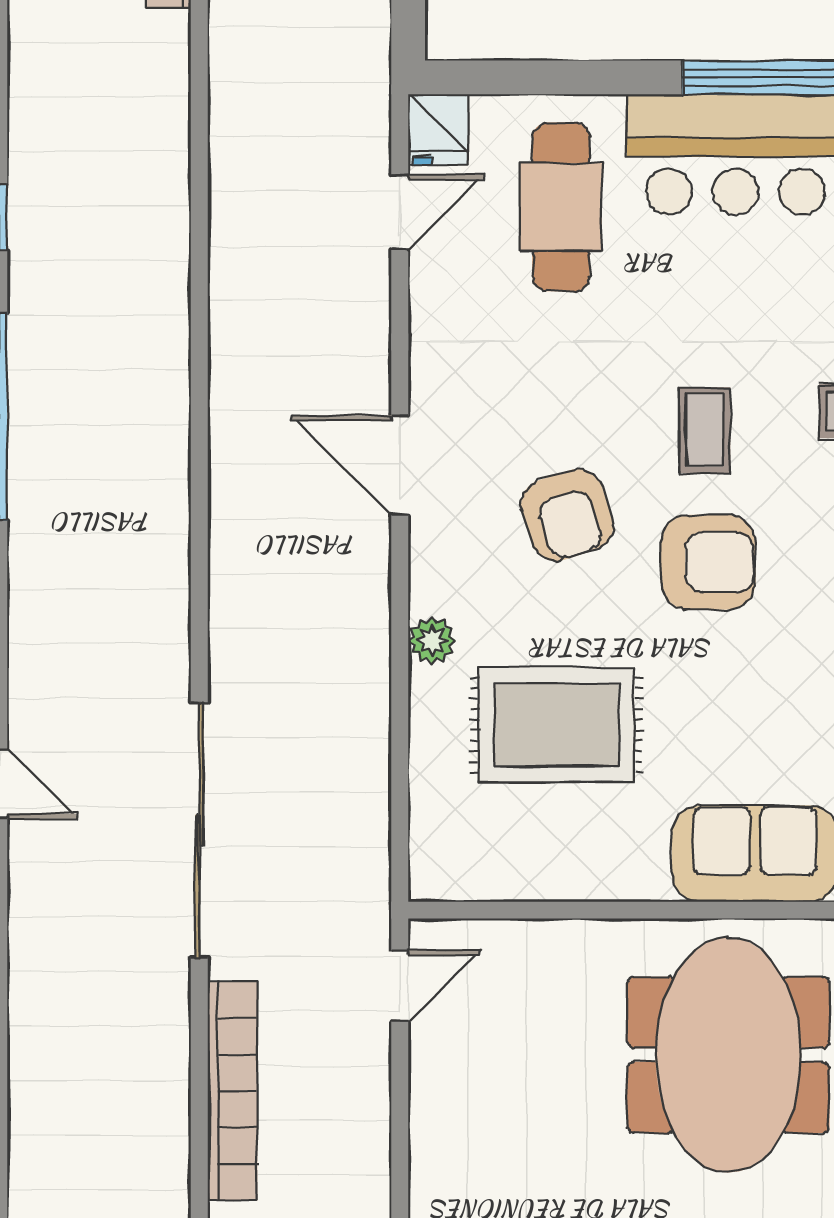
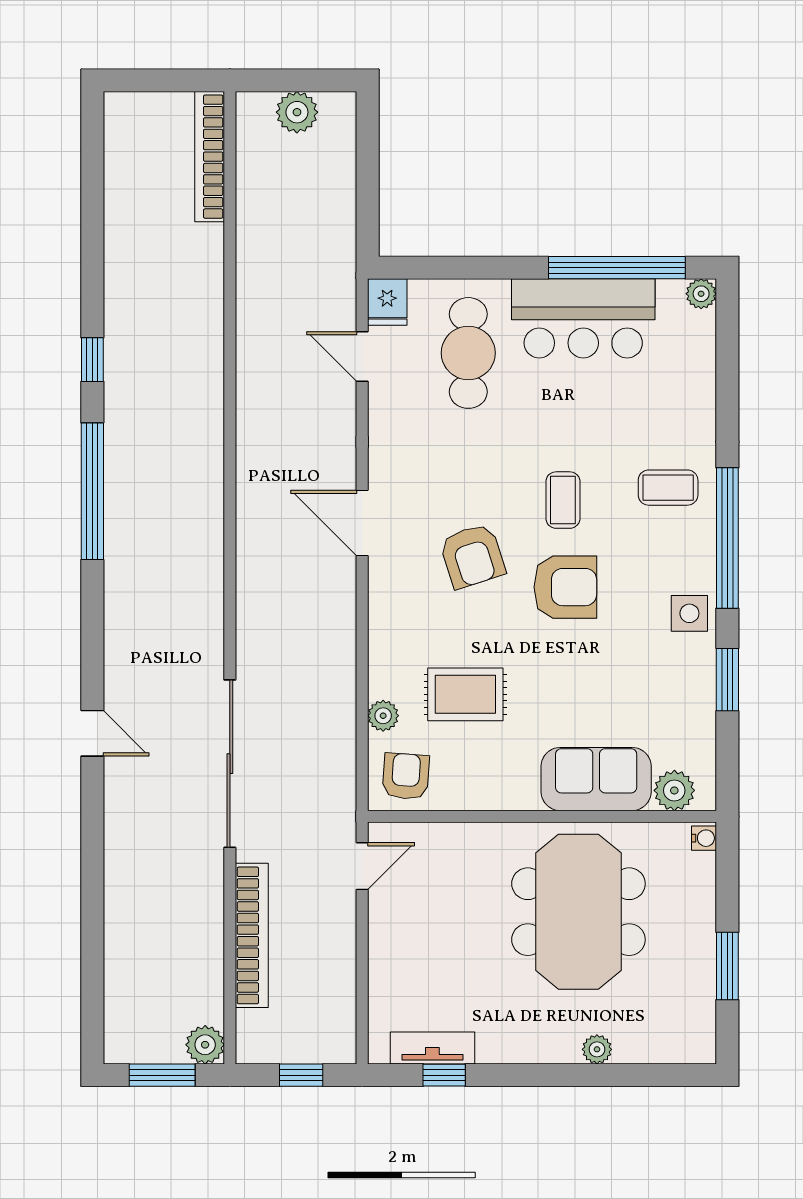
door: (400, 212) -> (362, 356), swing flipped
plant: (432, 640) -> (383, 716), moved
rug: (557, 725) -> (465, 694), width x0.73, depth x0.70
armchair: (466, 849) -> (406, 776), added

